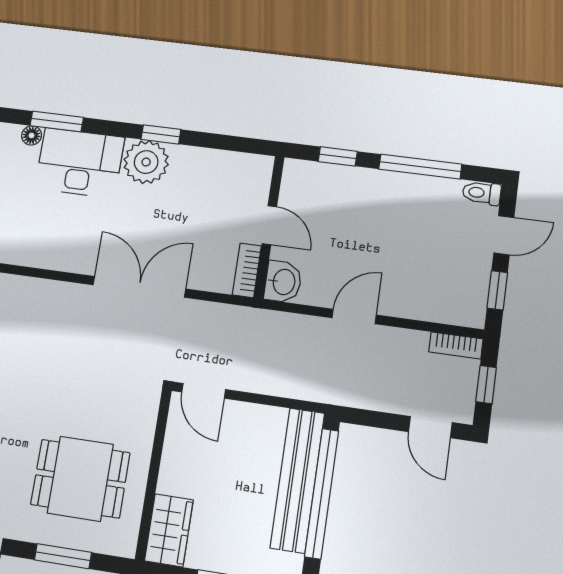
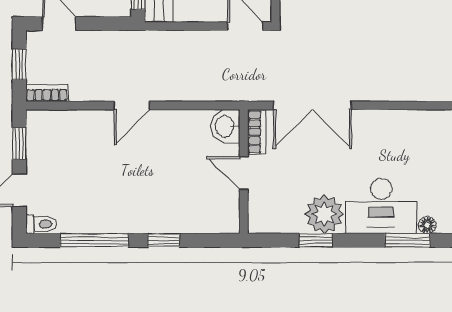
door: (269, 225) -> (244, 173), moved
wall: (269, 227) -> (244, 172), moved
bookcase: (247, 270) -> (257, 132), moved
washbasin: (283, 282) -> (226, 126), moved

